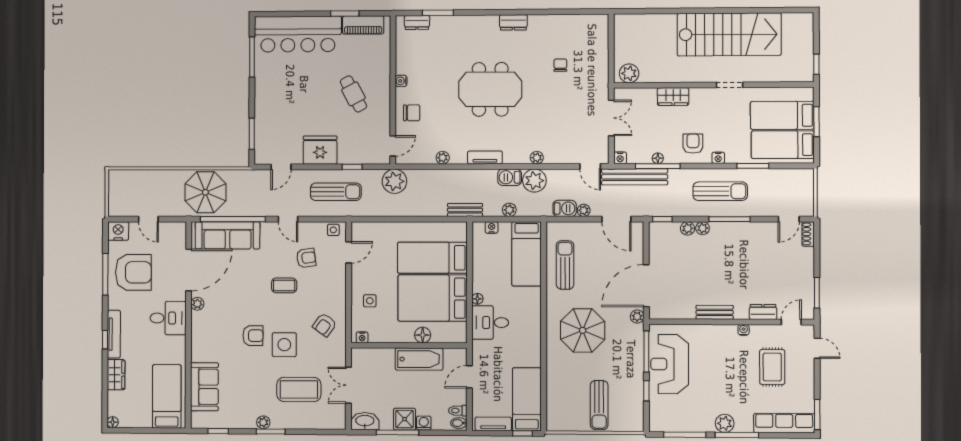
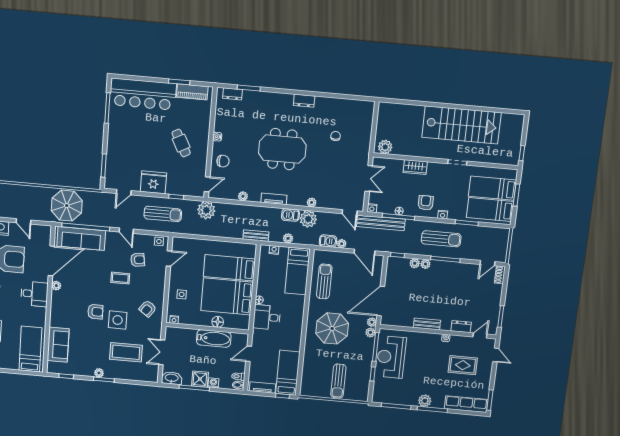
plant: (637, 331) -> (370, 332), added
rug: (772, 367) -> (463, 365), turned 90

